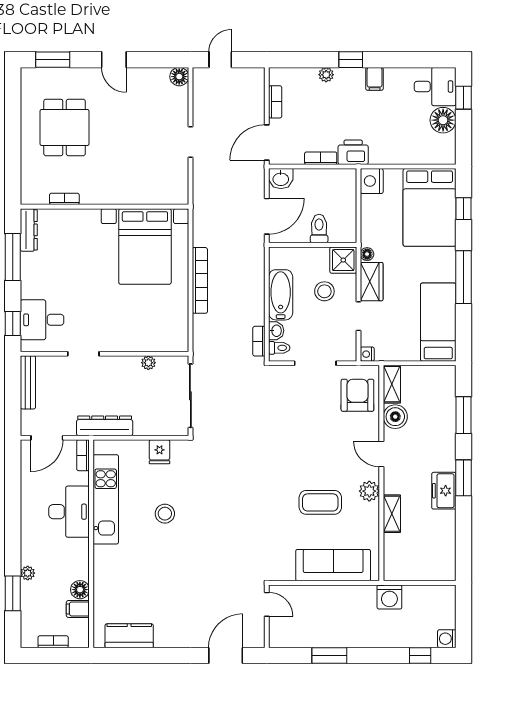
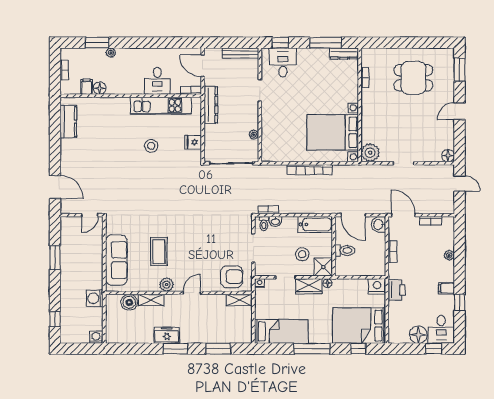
window: (351, 60) -> (459, 302), moved
printer: (353, 152) -> (397, 290), moved
plant: (175, 191) -> (370, 153), added
bathtub: (281, 295) -> (315, 224), moved
boiler: (395, 417) -> (129, 302), moved
desk: (69, 512) -> (157, 81), width x0.73
washing machine: (447, 639) -> (96, 337), moved

